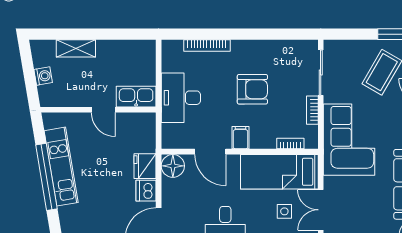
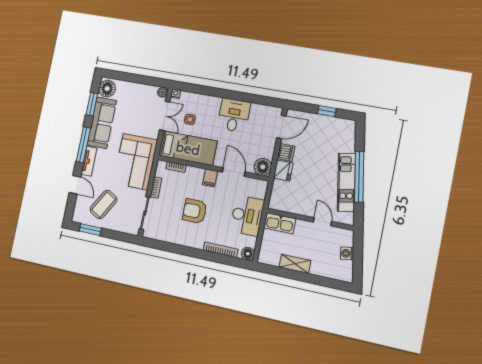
shelving: (76, 48) -> (295, 264), moved
floor lamp: (170, 48) -> (248, 254), added
door: (103, 110) -> (322, 222), moved

